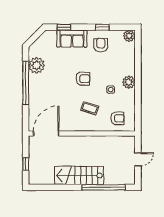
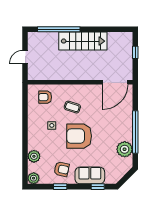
armchair: (101, 45) -> (62, 169), turned -77
armchair: (83, 79) -> (79, 136), width x1.88, depth x1.88
plant: (129, 82) -> (34, 156), moved

